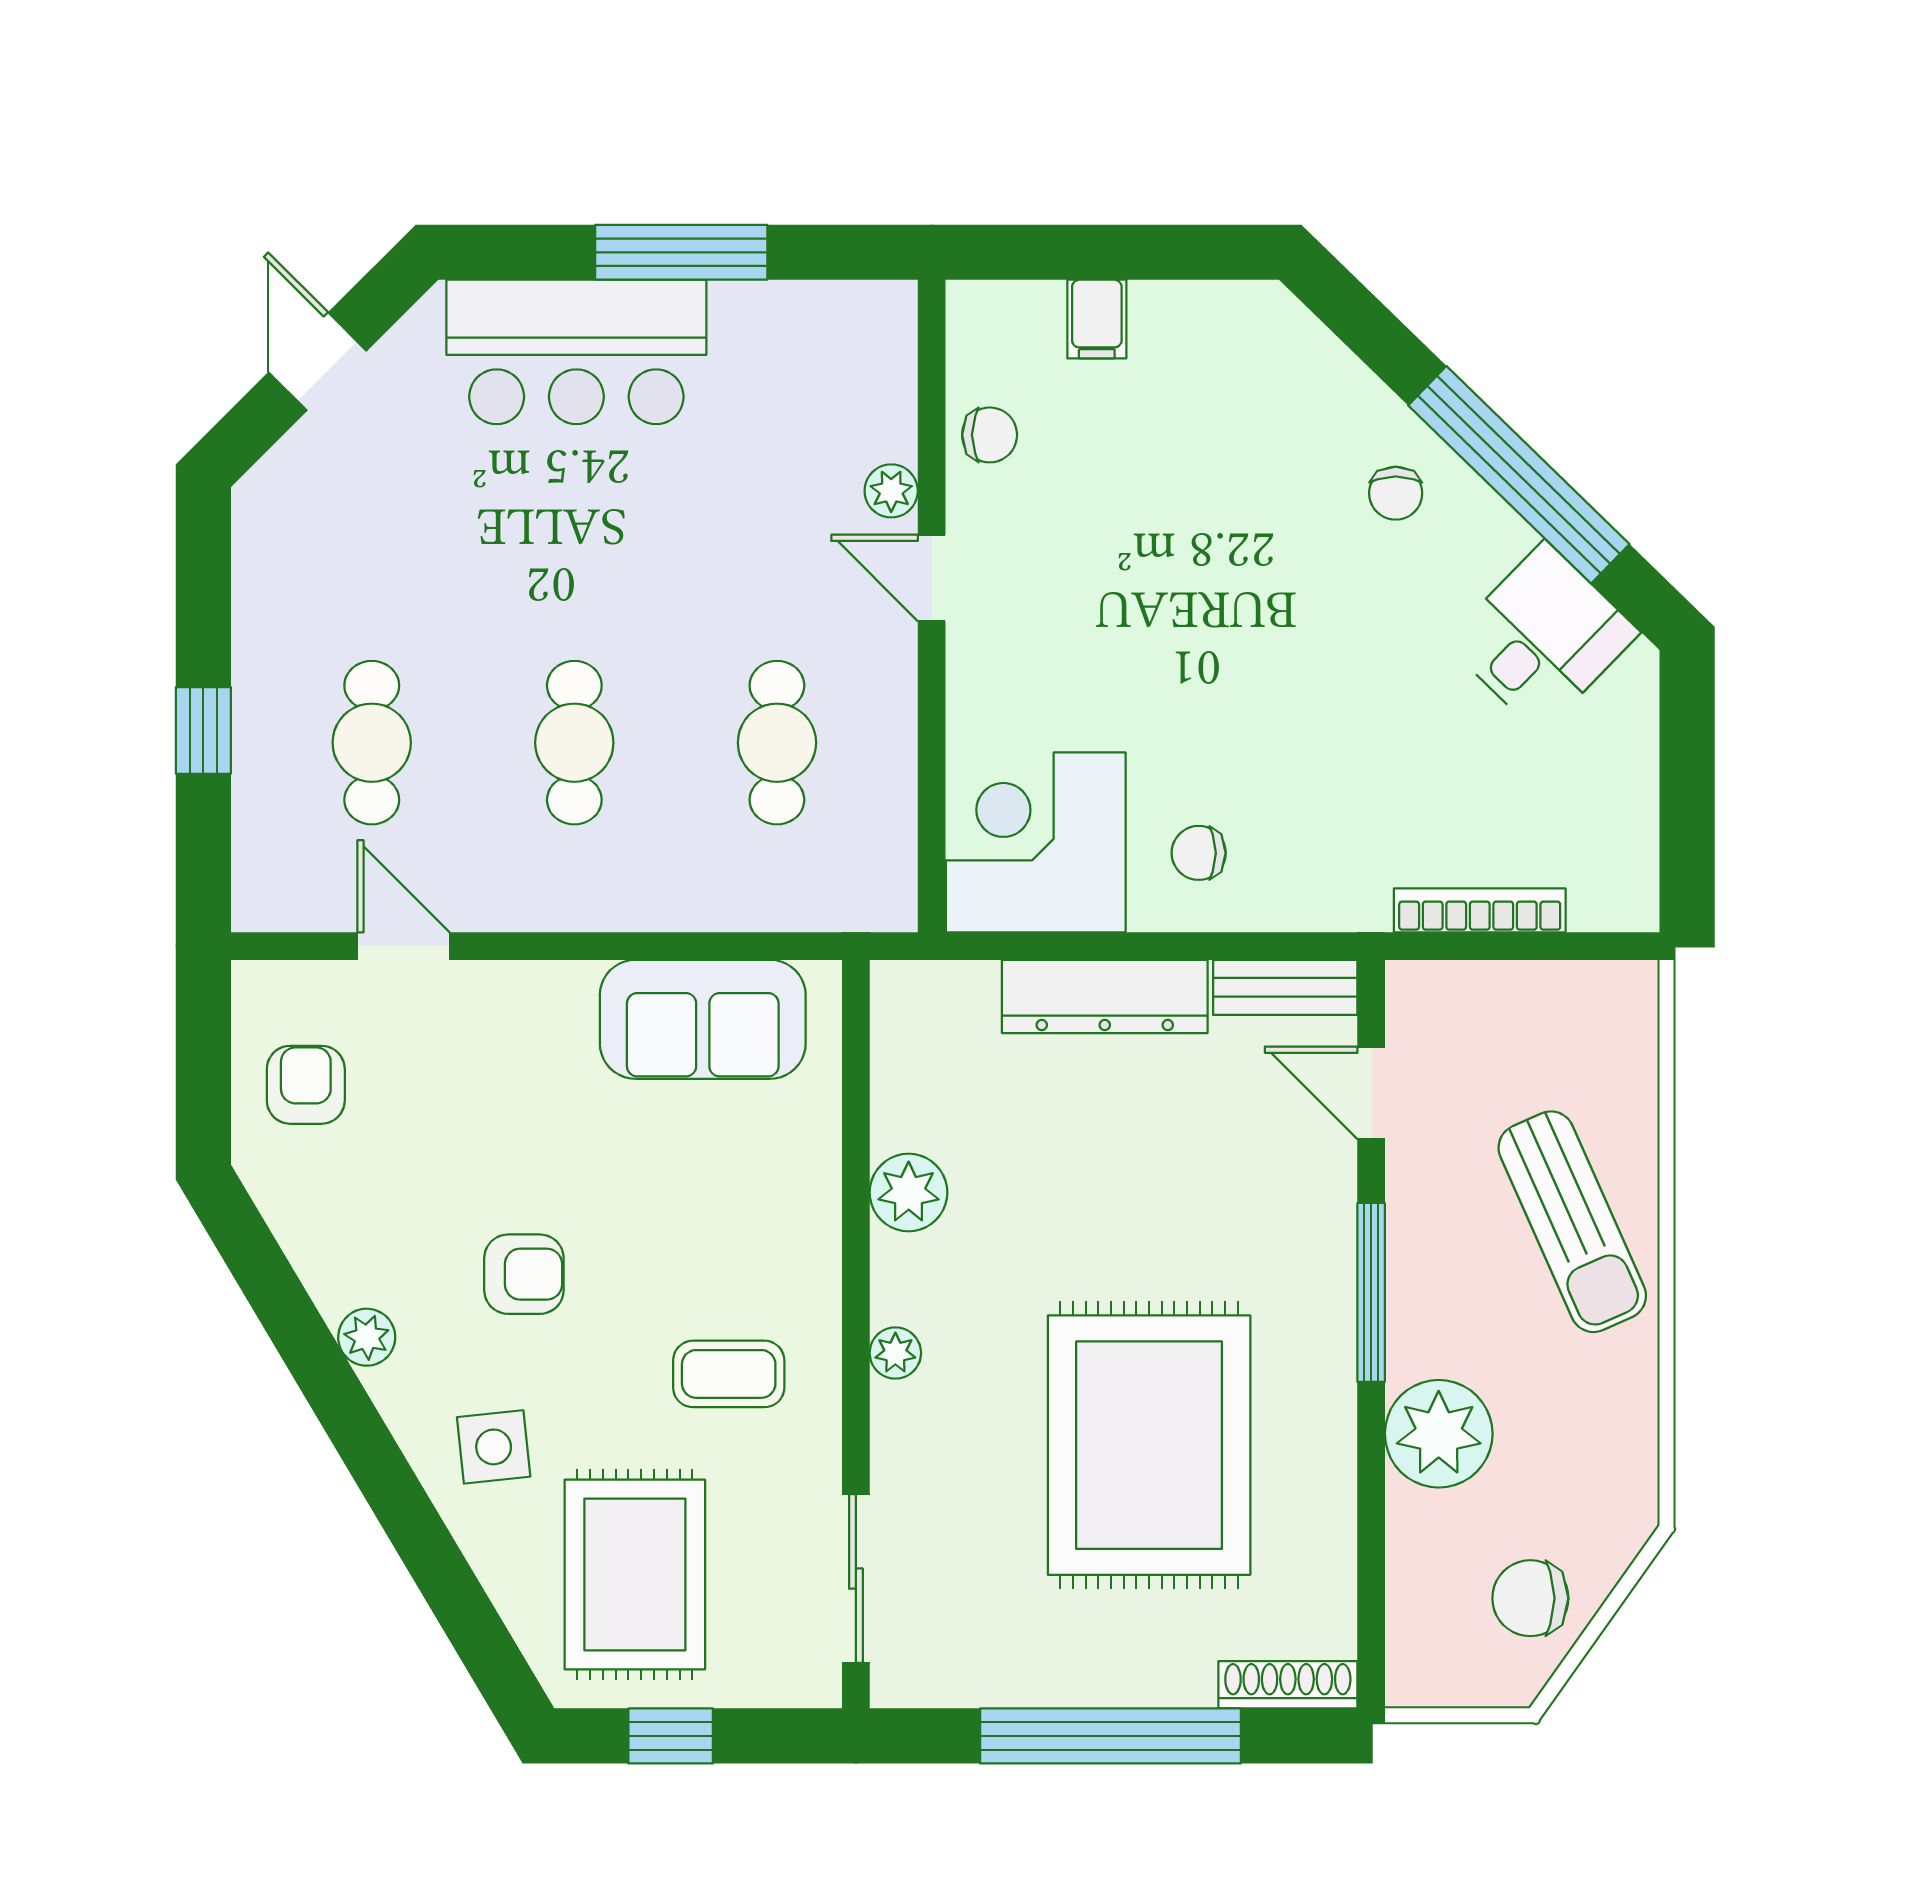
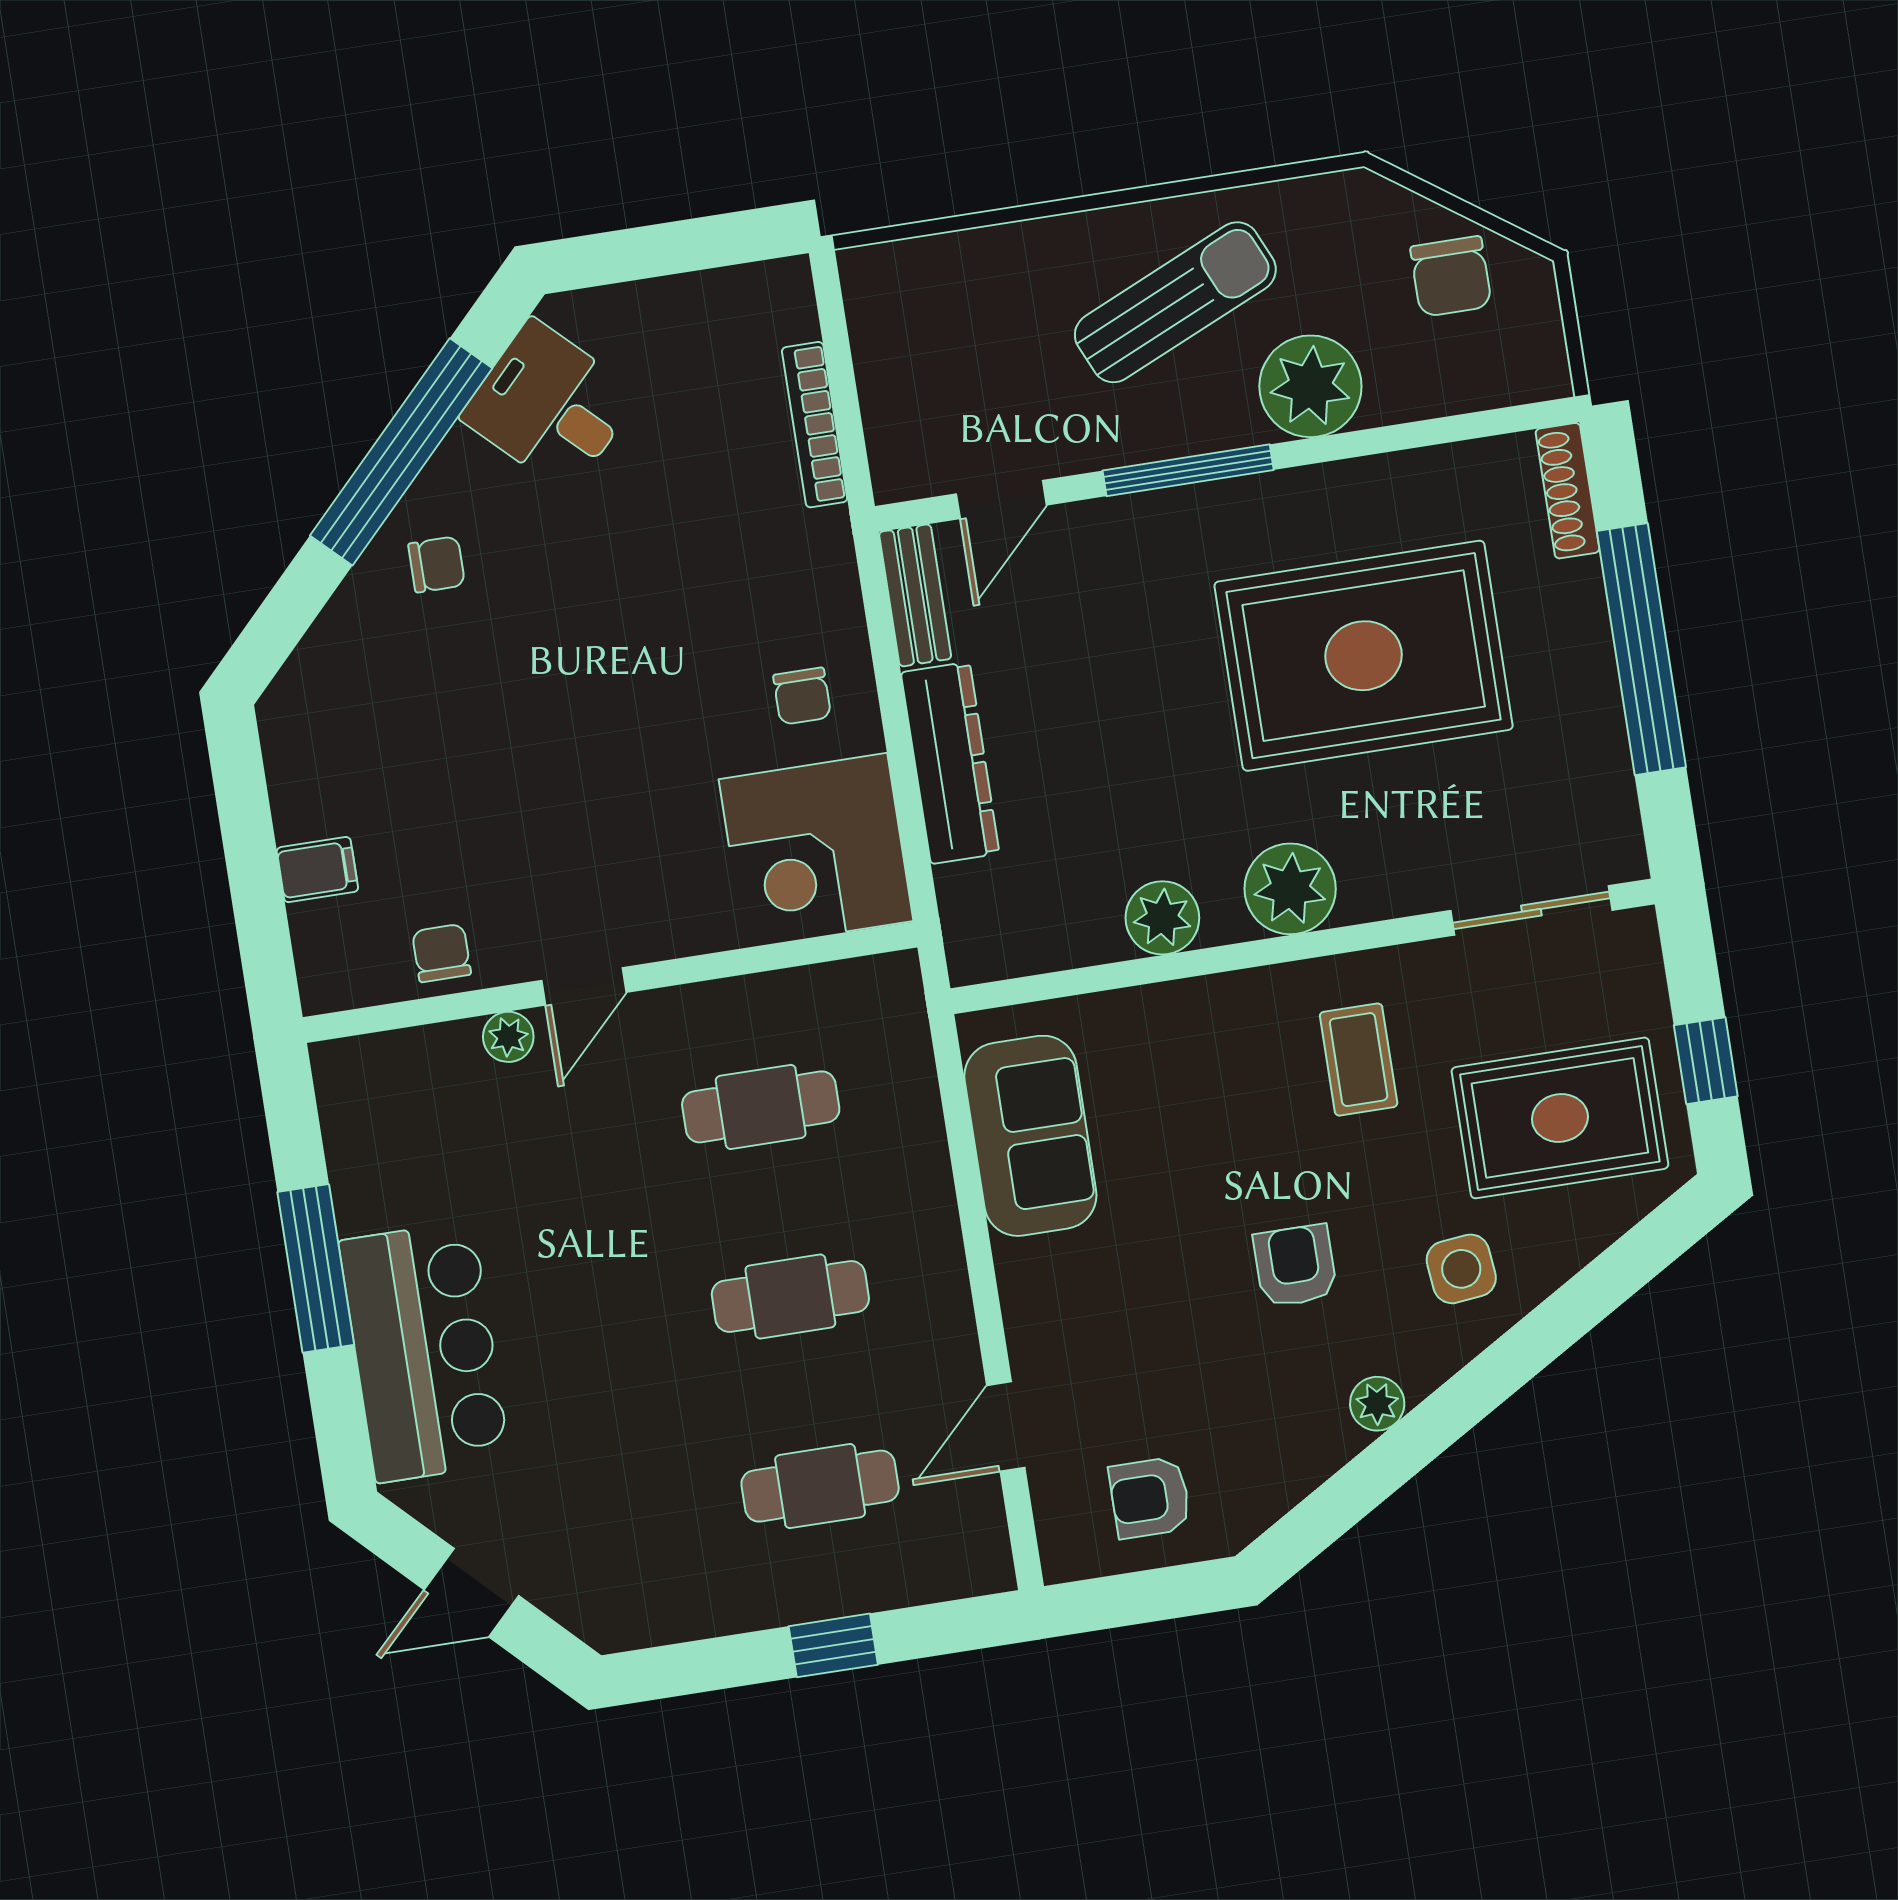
sun lounger: (1572, 1222) -> (1175, 302), moved
plant: (895, 1353) -> (1290, 889), width x1.87, depth x1.87

